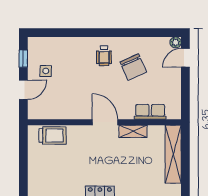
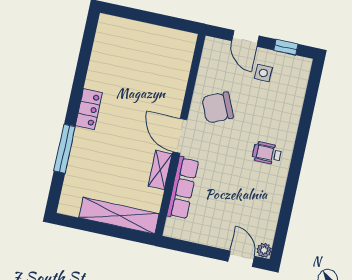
chair: (133, 67) -> (218, 107), moved
row of seats: (150, 112) -> (183, 188), width x1.48
door: (105, 122) -> (180, 136), swing flipped
trolley: (53, 135) -> (177, 64), removed

